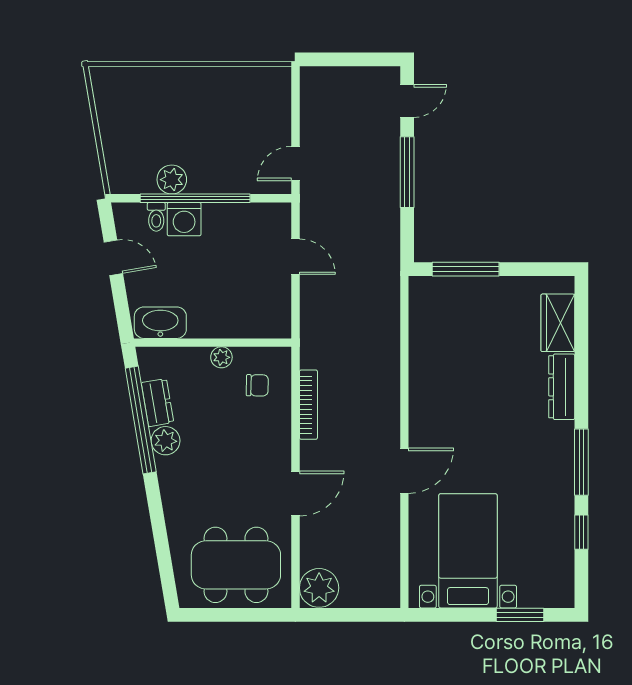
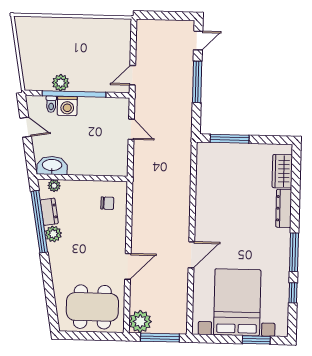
plant: (221, 357) -> (54, 186), moved
bookcase: (308, 405) -> (137, 215), removed
bed with nightstands: (468, 551) -> (237, 302), width x1.36
window: (354, 615) -> (160, 338), added

